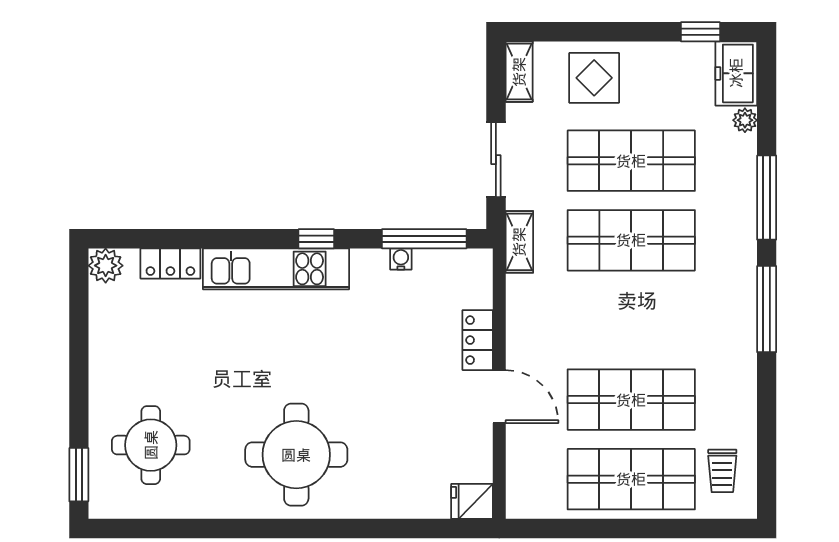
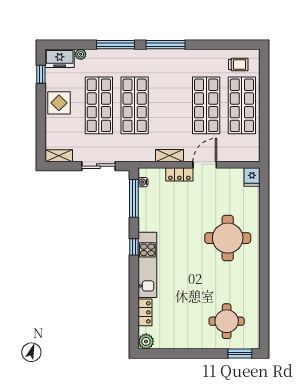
display table: (594, 78) -> (59, 103), moved
shelving: (519, 242) -> (169, 156), moved
water cooler: (401, 259) -> (143, 182), moved
round table: (296, 455) -> (228, 238), moved

